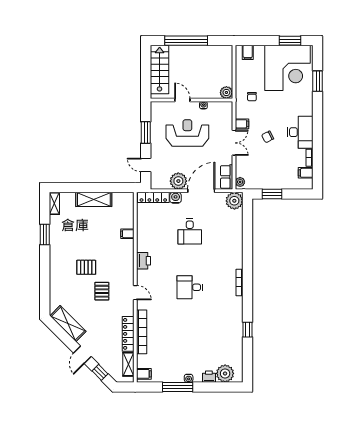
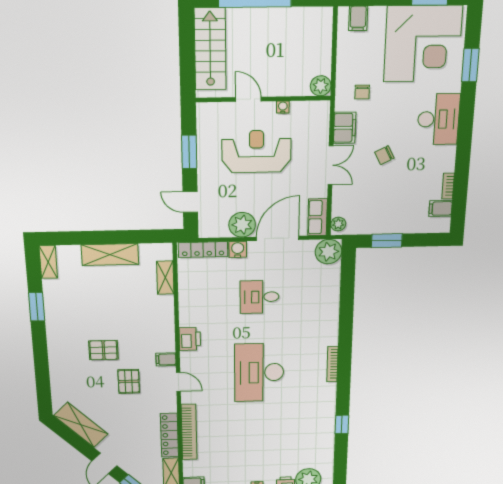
filing cabinet: (242, 124) -> (345, 128), width x2.00
desk: (300, 132) -> (438, 119), moved
shelving: (129, 216) -> (165, 278), added
desk: (190, 232) -> (259, 297), turned 90
filing cabinet: (127, 234) -> (166, 359), moved
desk: (190, 287) -> (259, 372), width x1.87, depth x1.30

